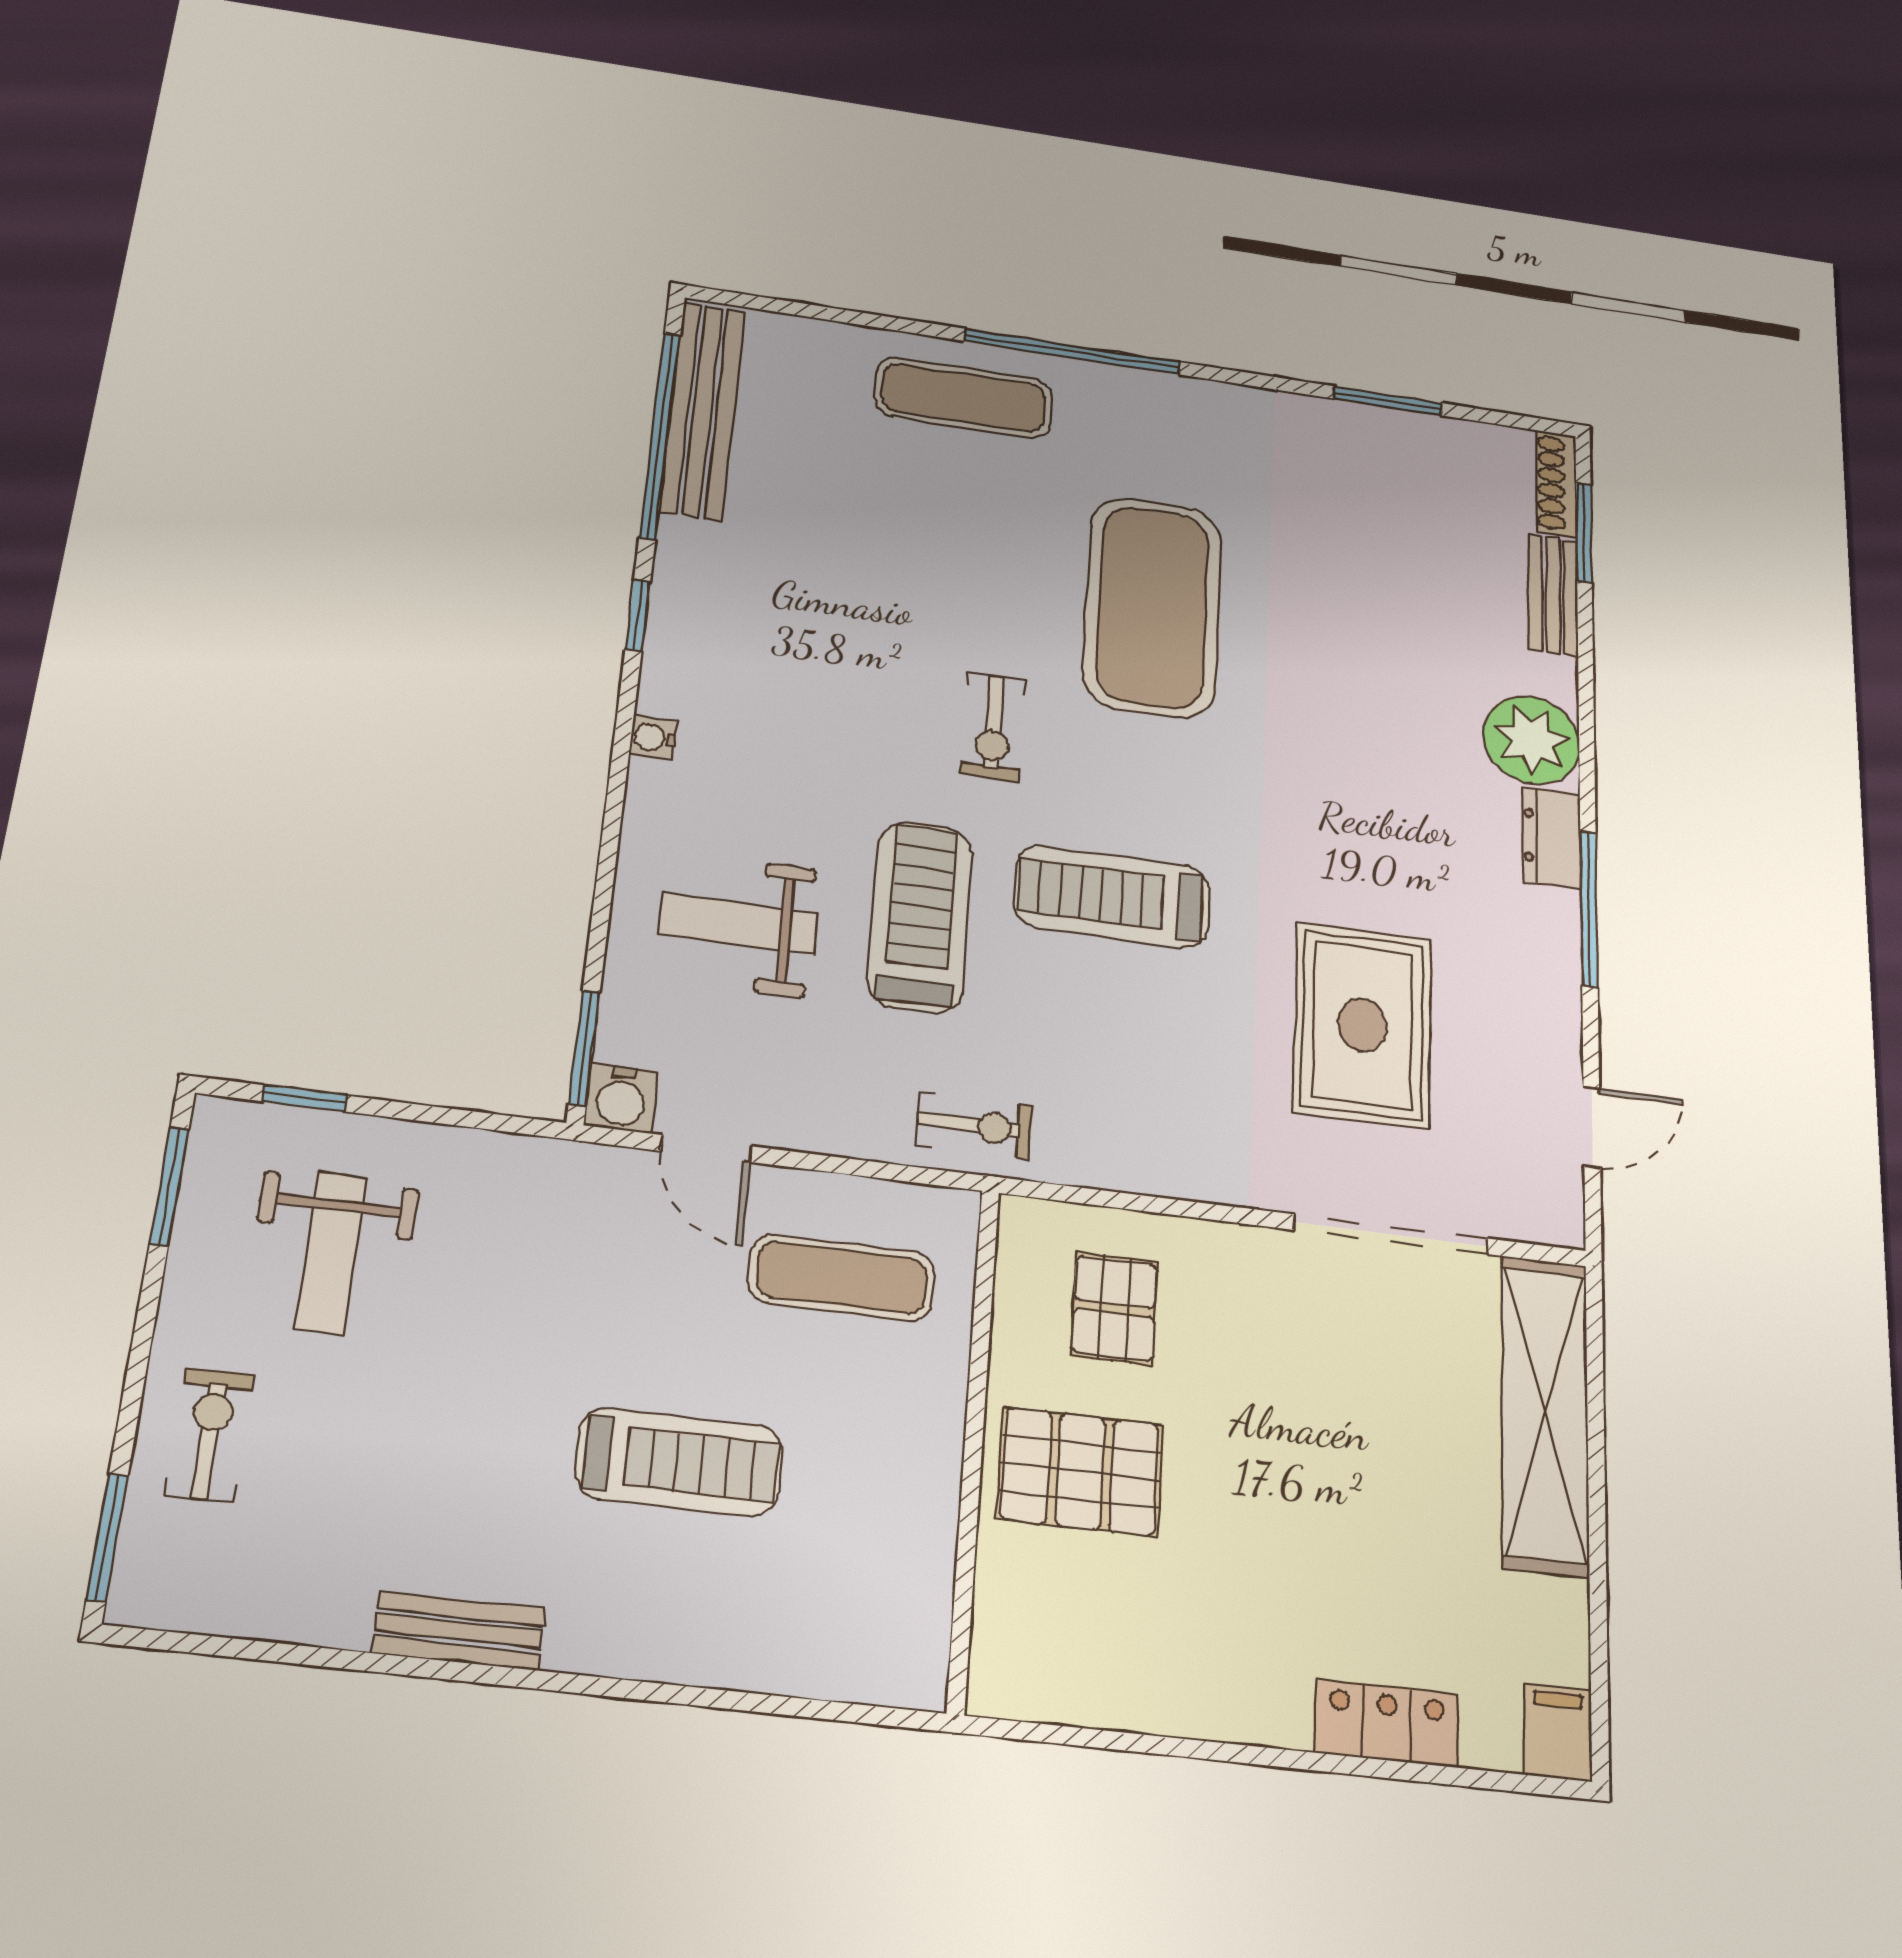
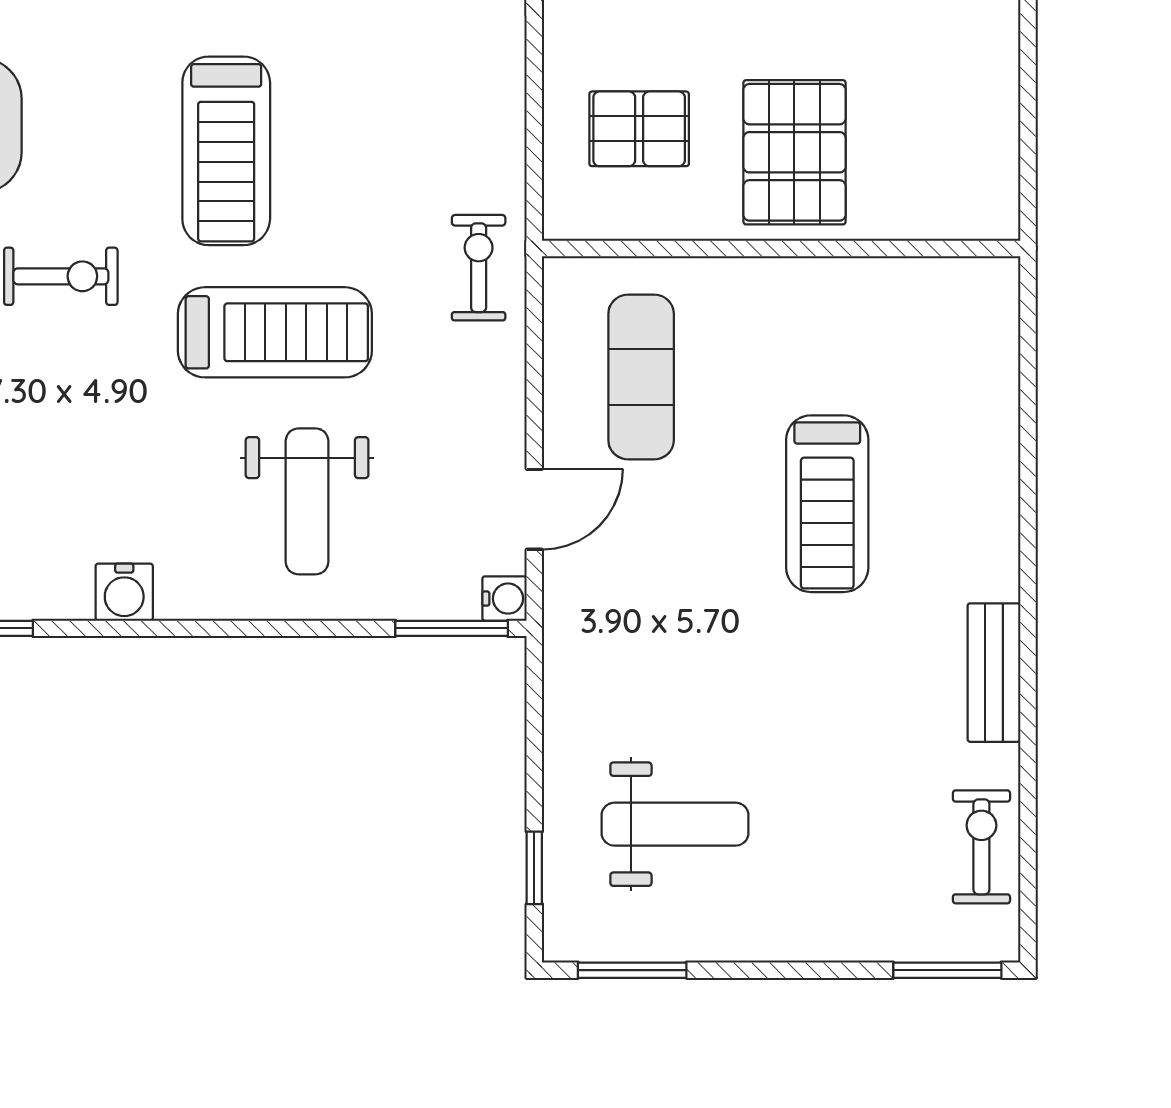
water cooler: (653, 738) -> (124, 592), width x1.38, depth x1.38
treadmill: (920, 917) -> (275, 332), turned 180
water cooler: (621, 1098) -> (504, 599), width x0.72, depth x0.72
exercise bike: (210, 1435) -> (981, 847), moved, turned 90
treadmill: (679, 1462) -> (827, 504), turned 180

